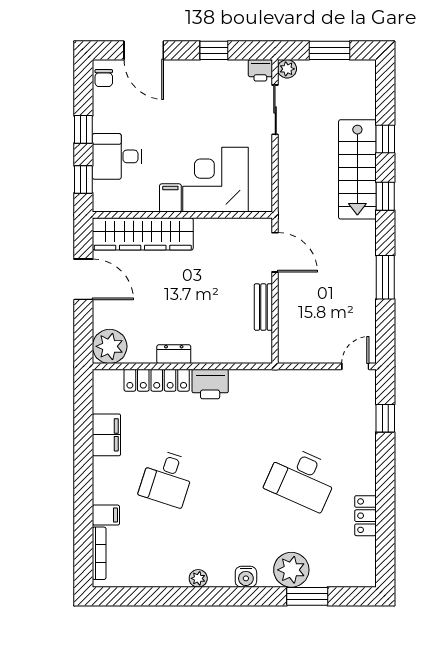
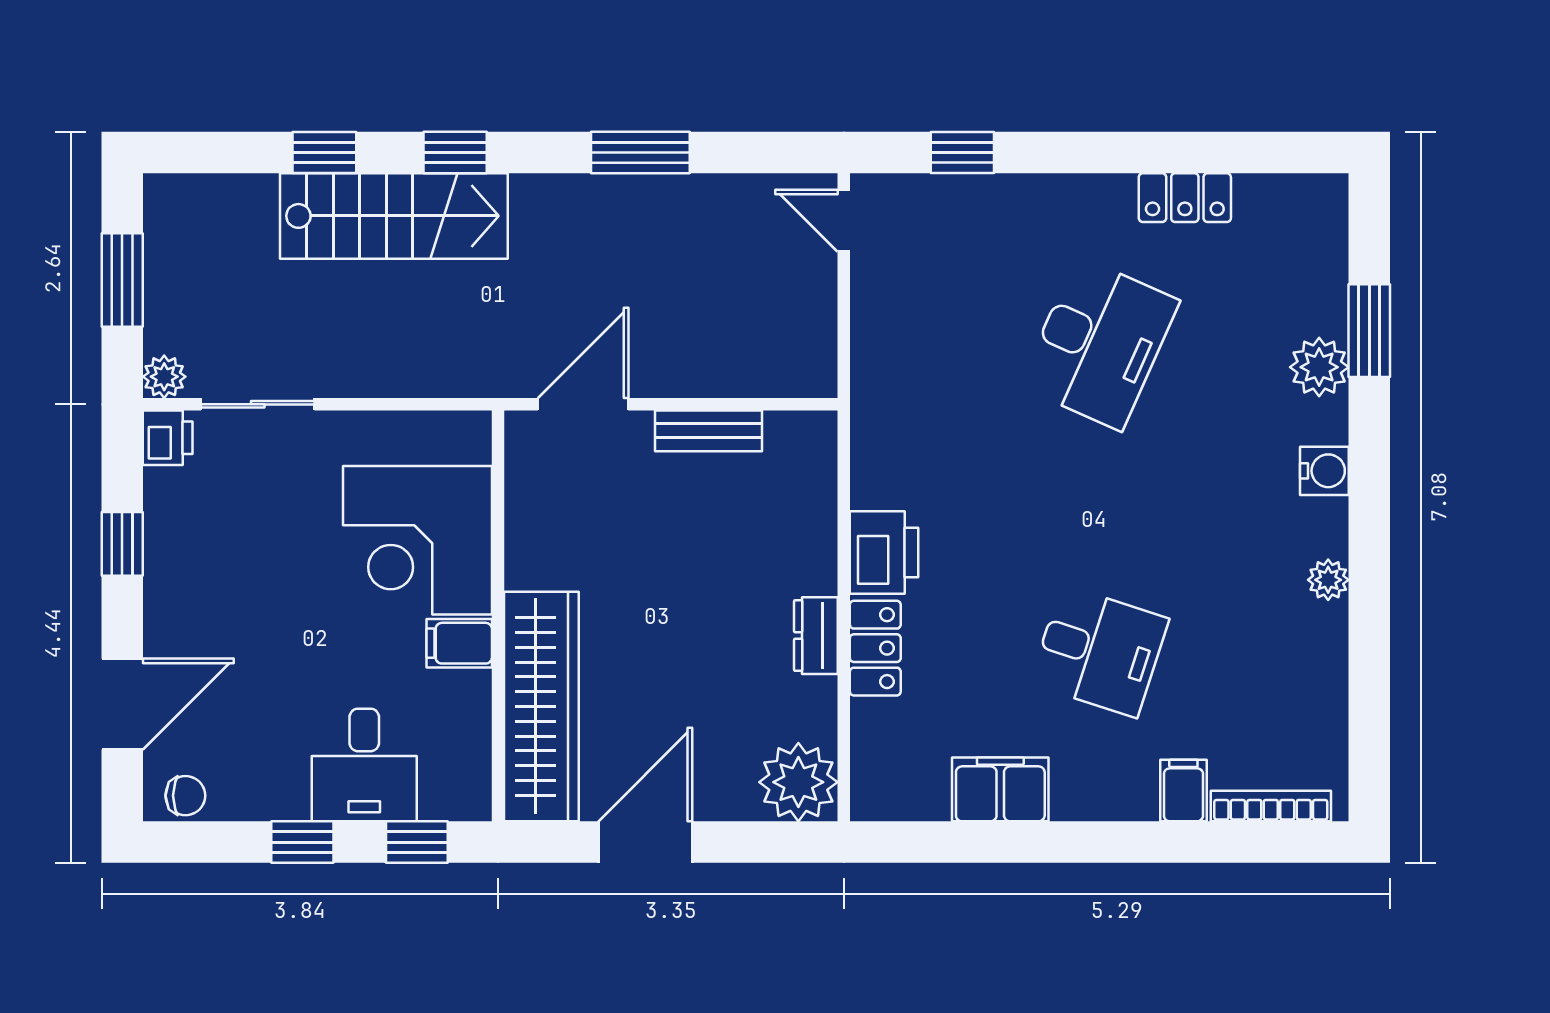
locker: (157, 380) -> (875, 648), width x0.66
plant: (291, 570) -> (1319, 367), width x0.73, depth x0.73

